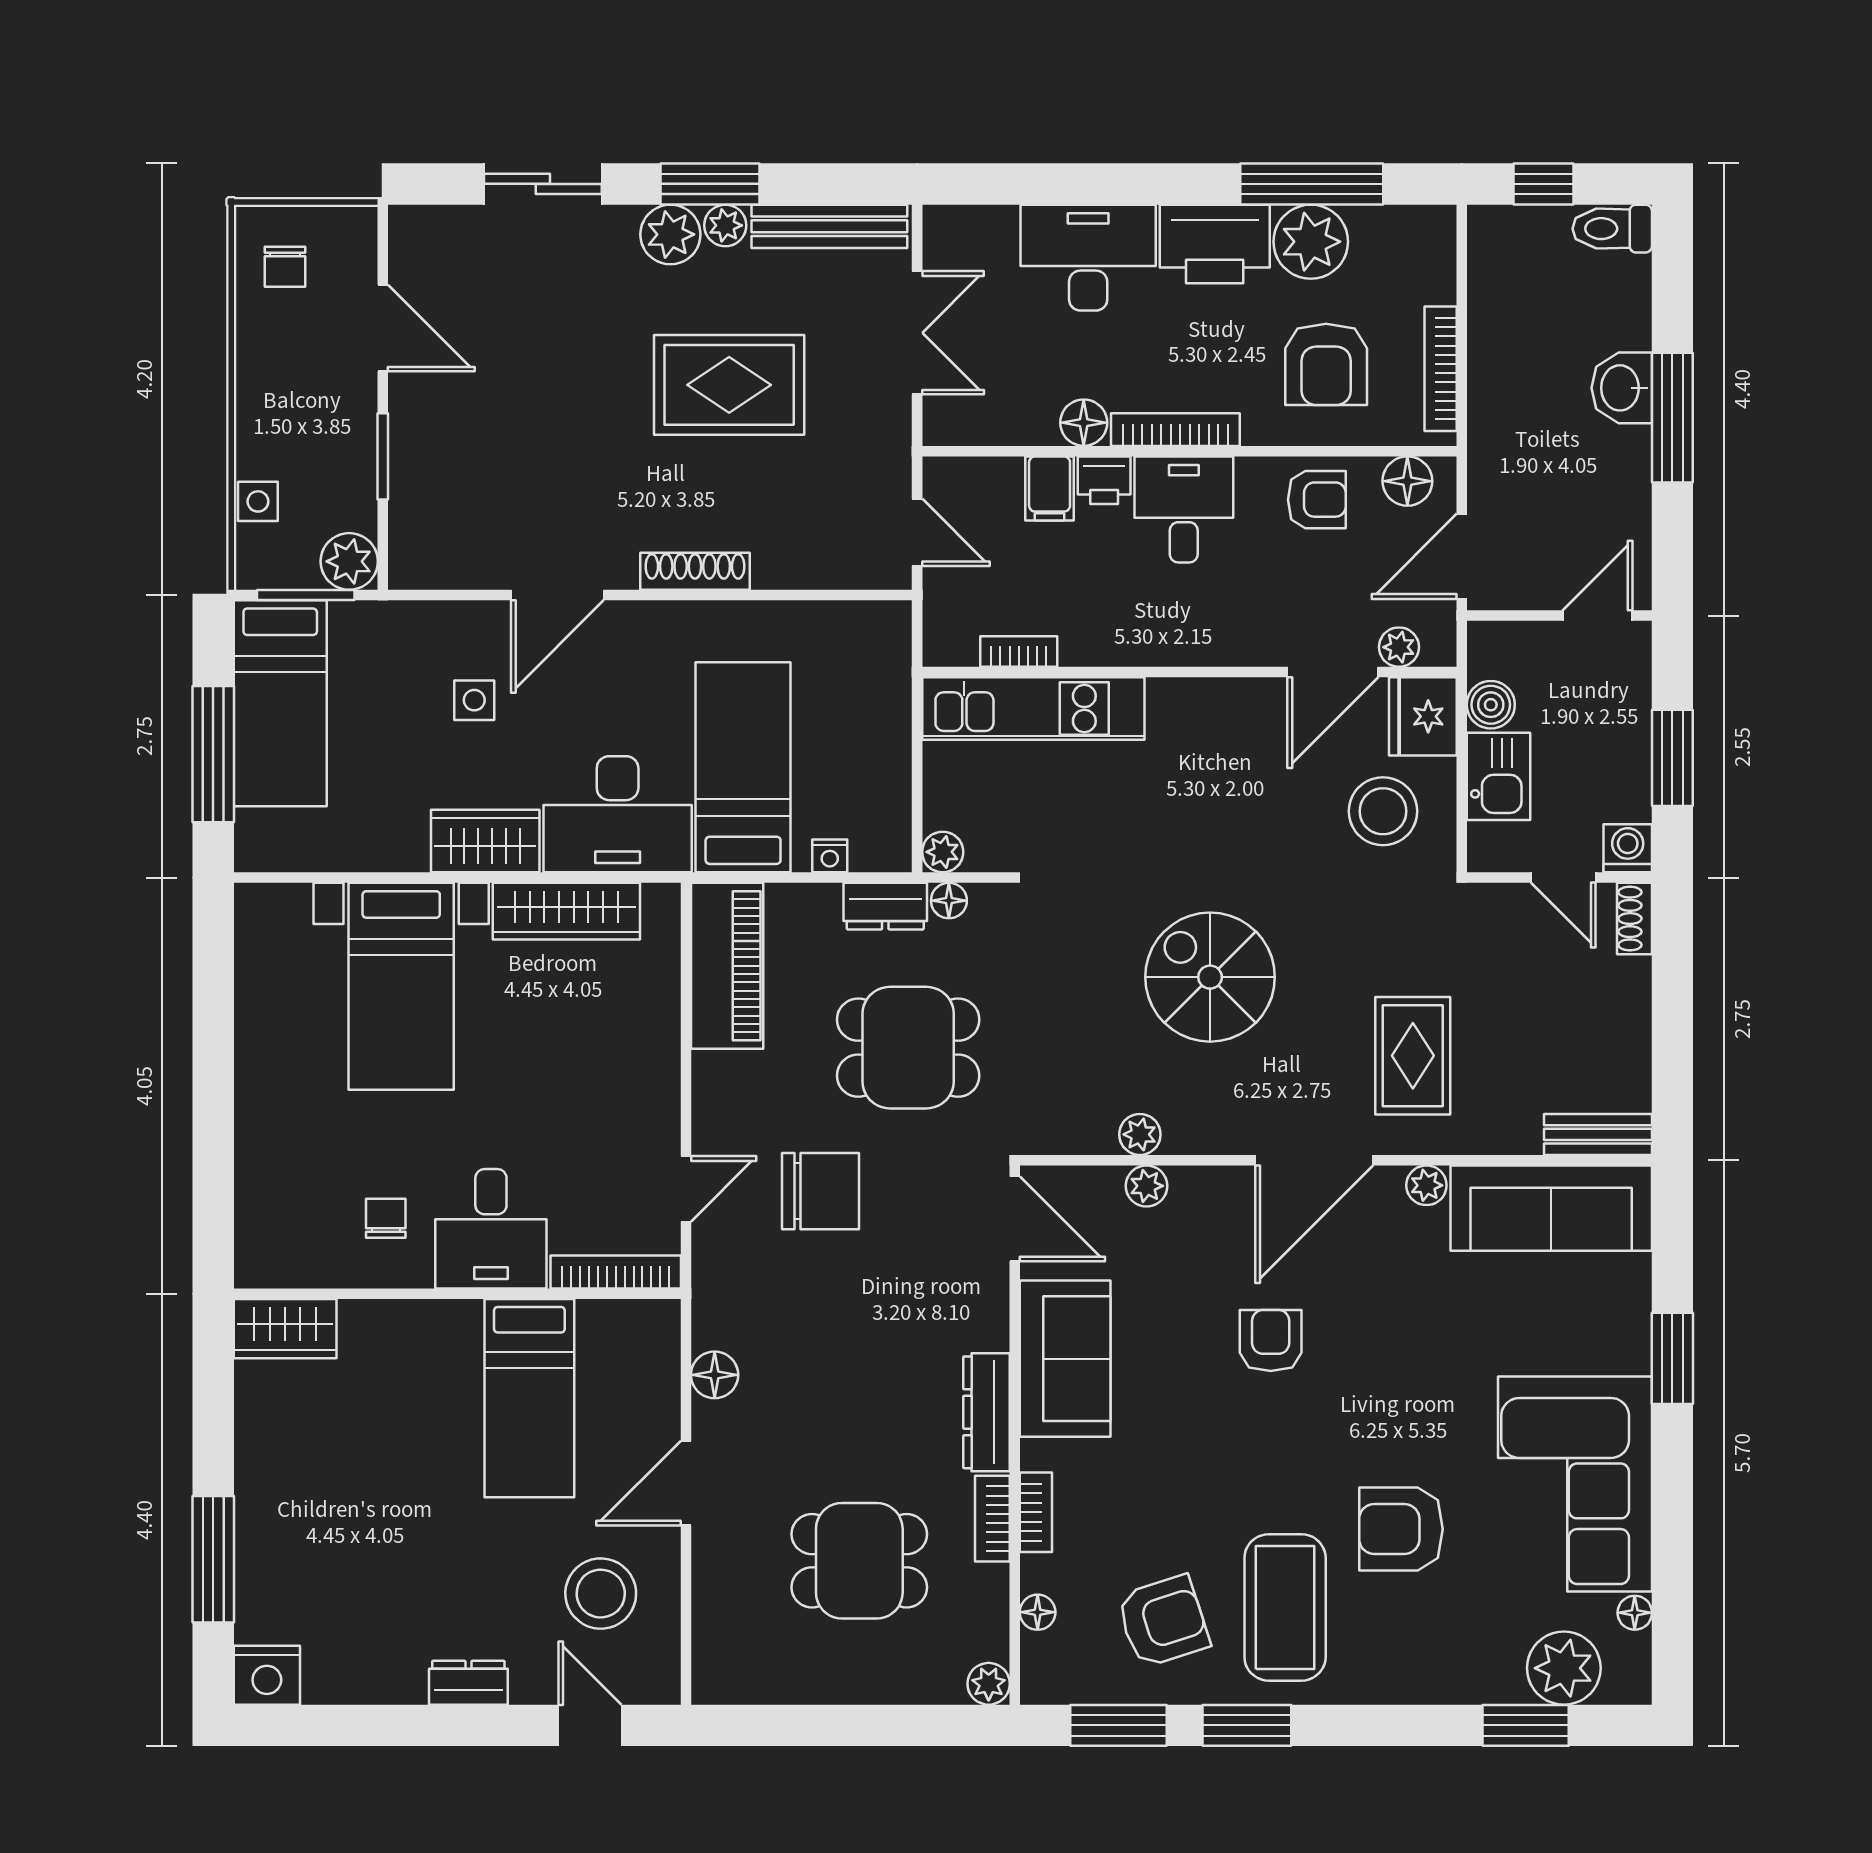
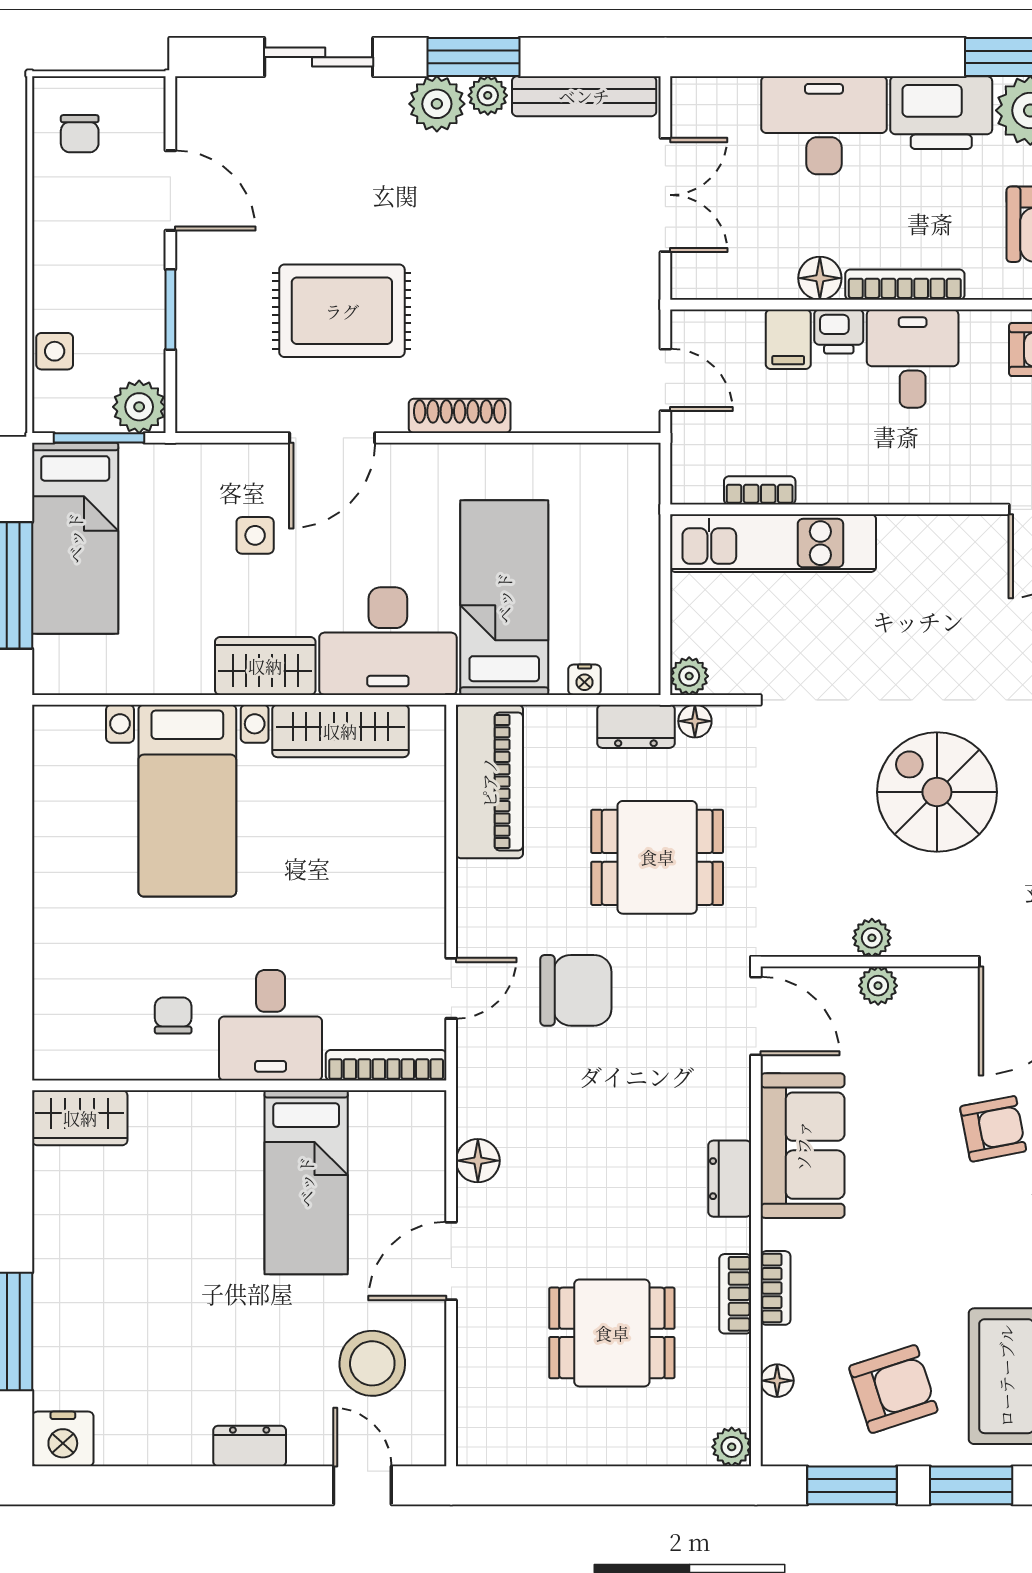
rug: (729, 385) -> (342, 311), moved
armchair: (1271, 1340) -> (993, 1129), turned 79
dresser: (986, 1412) -> (730, 1179), width x0.70

